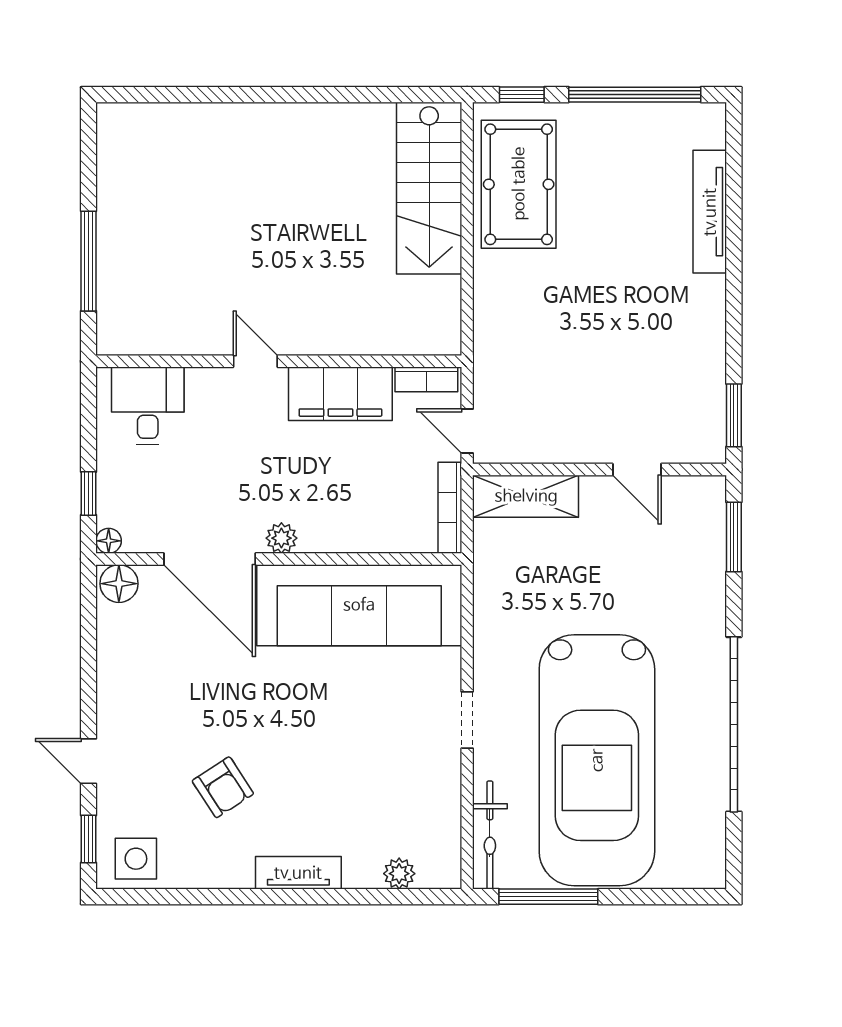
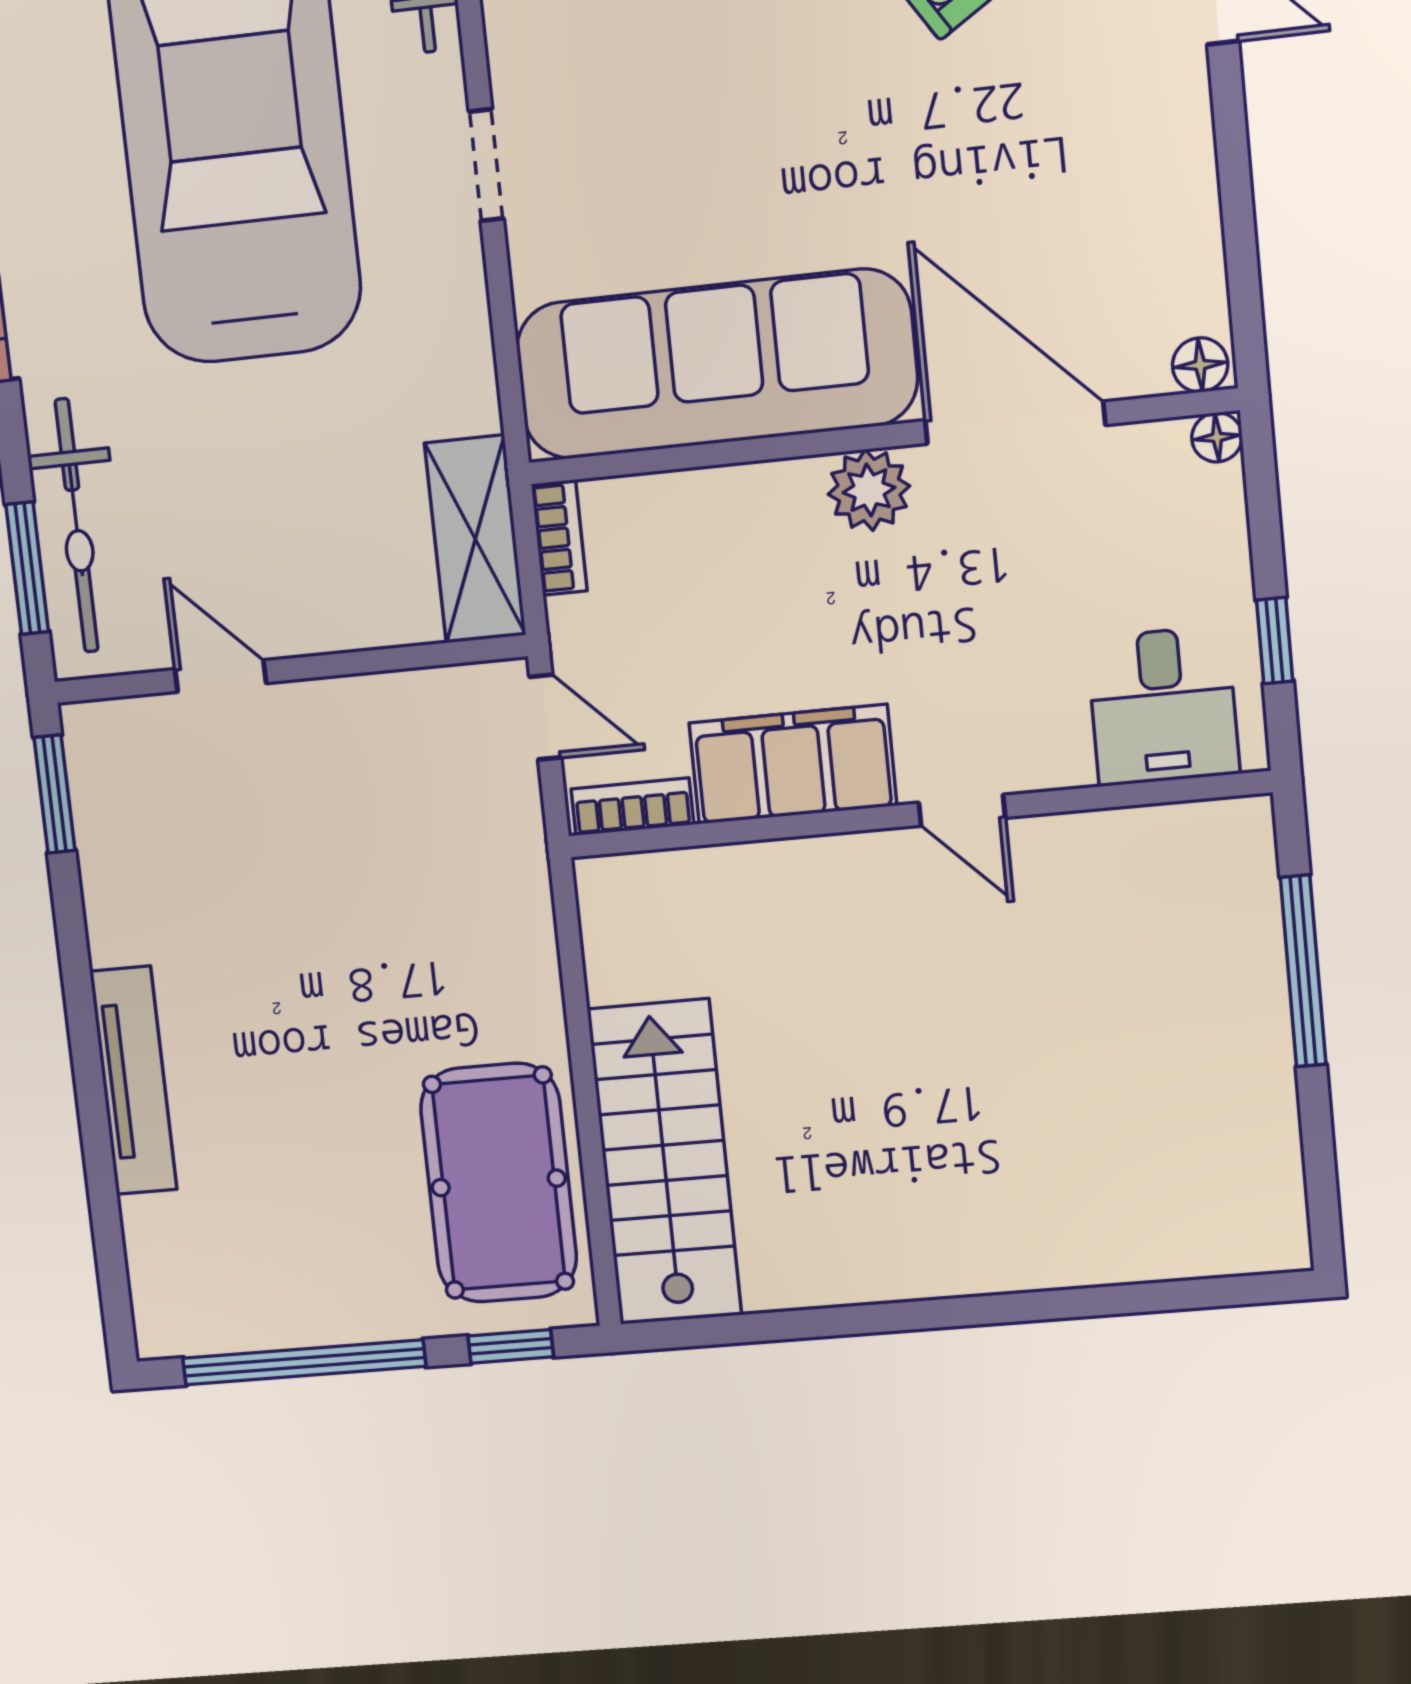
tv unit: (710, 212) -> (133, 1081), moved
window: (89, 493) -> (1275, 641), moved
shelving: (526, 496) -> (475, 539), moved, turned 90
bookcase: (450, 508) -> (559, 538), width x0.64
plant: (281, 538) -> (869, 490), width x1.38, depth x1.38
bicycle: (705, 557) -> (77, 526), added
floor lamp: (119, 584) -> (1200, 365), width x0.73, depth x0.73

